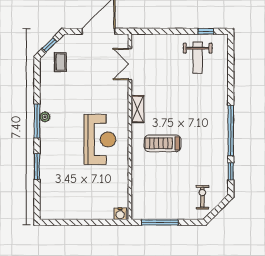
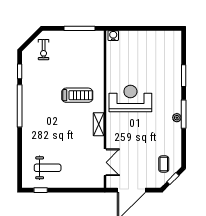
weight bench: (198, 58) -> (48, 168), turned 90
reception desk: (100, 139) -> (130, 98), turned 90

